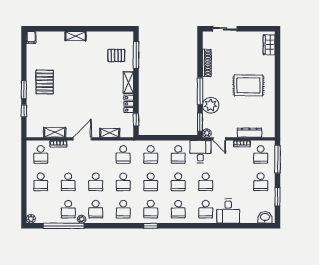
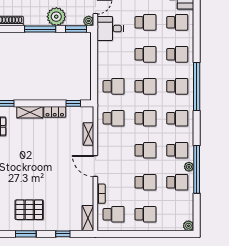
window: (24, 90) -> (26, 234), moved
shelving: (55, 132) -> (88, 218), moved
school desk: (178, 154) -> (114, 54), removed
window: (64, 226) -> (197, 169), moved
window: (151, 226) -> (197, 86), width x3.17

